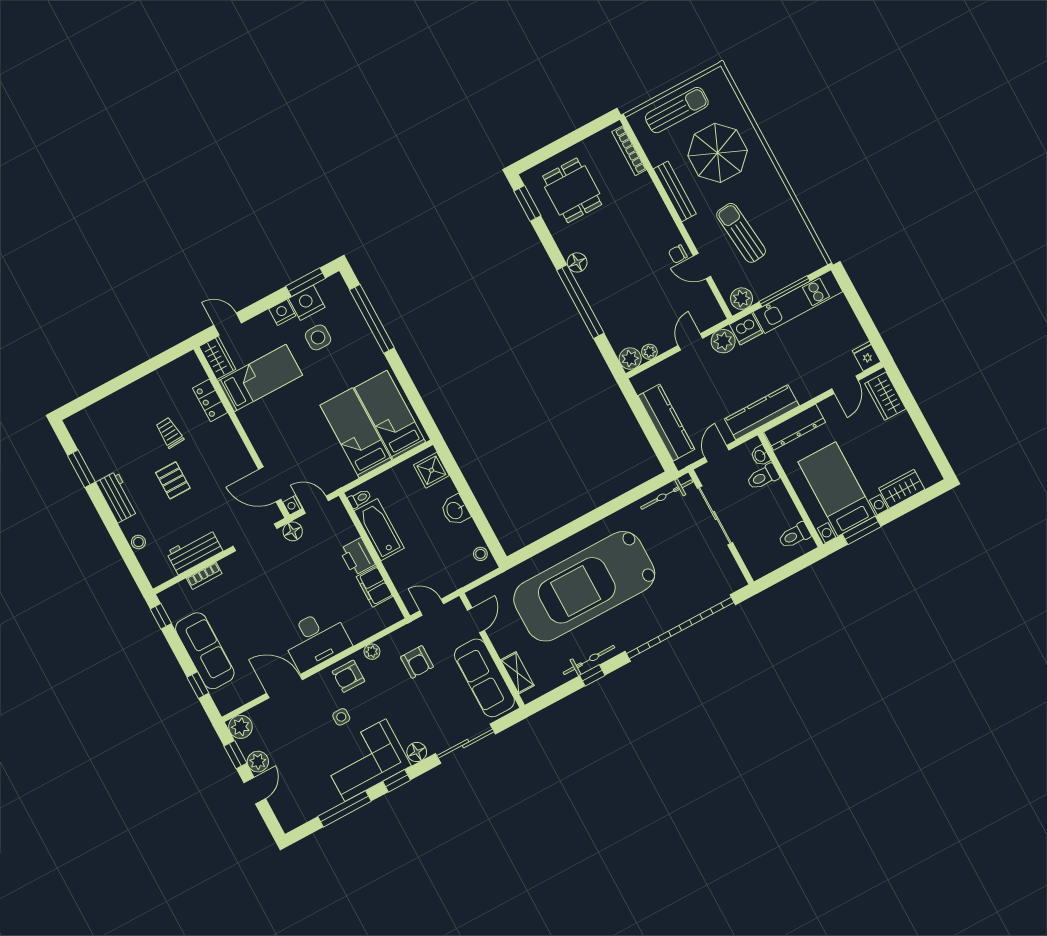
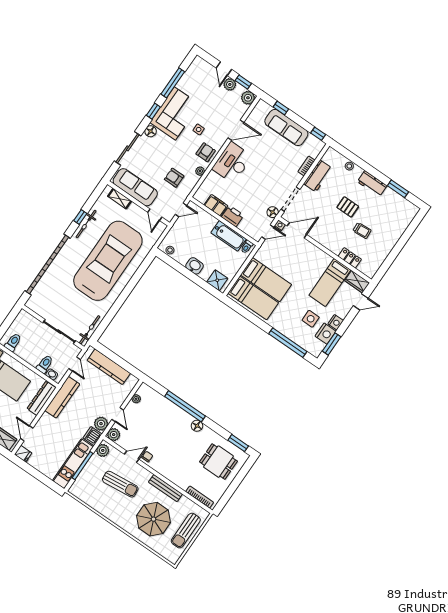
plant: (630, 359) -> (114, 435), moved

